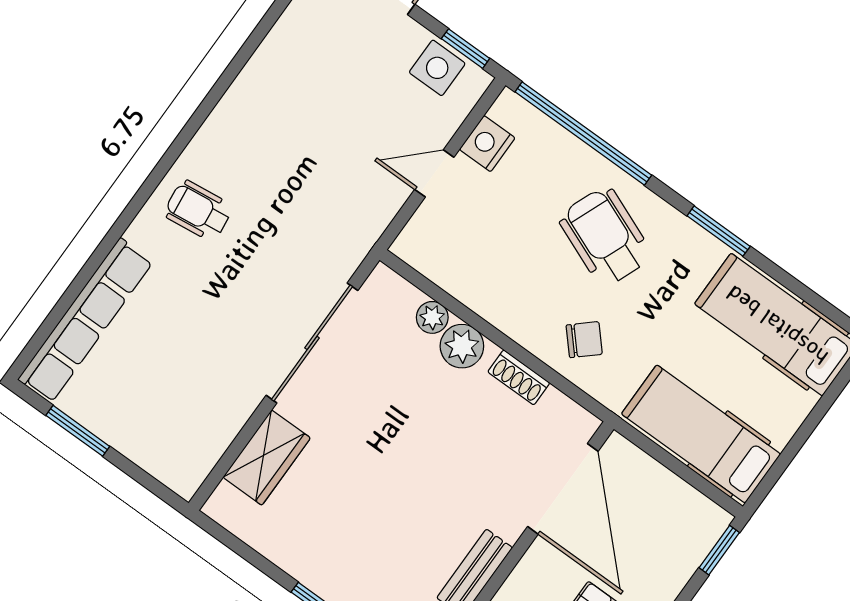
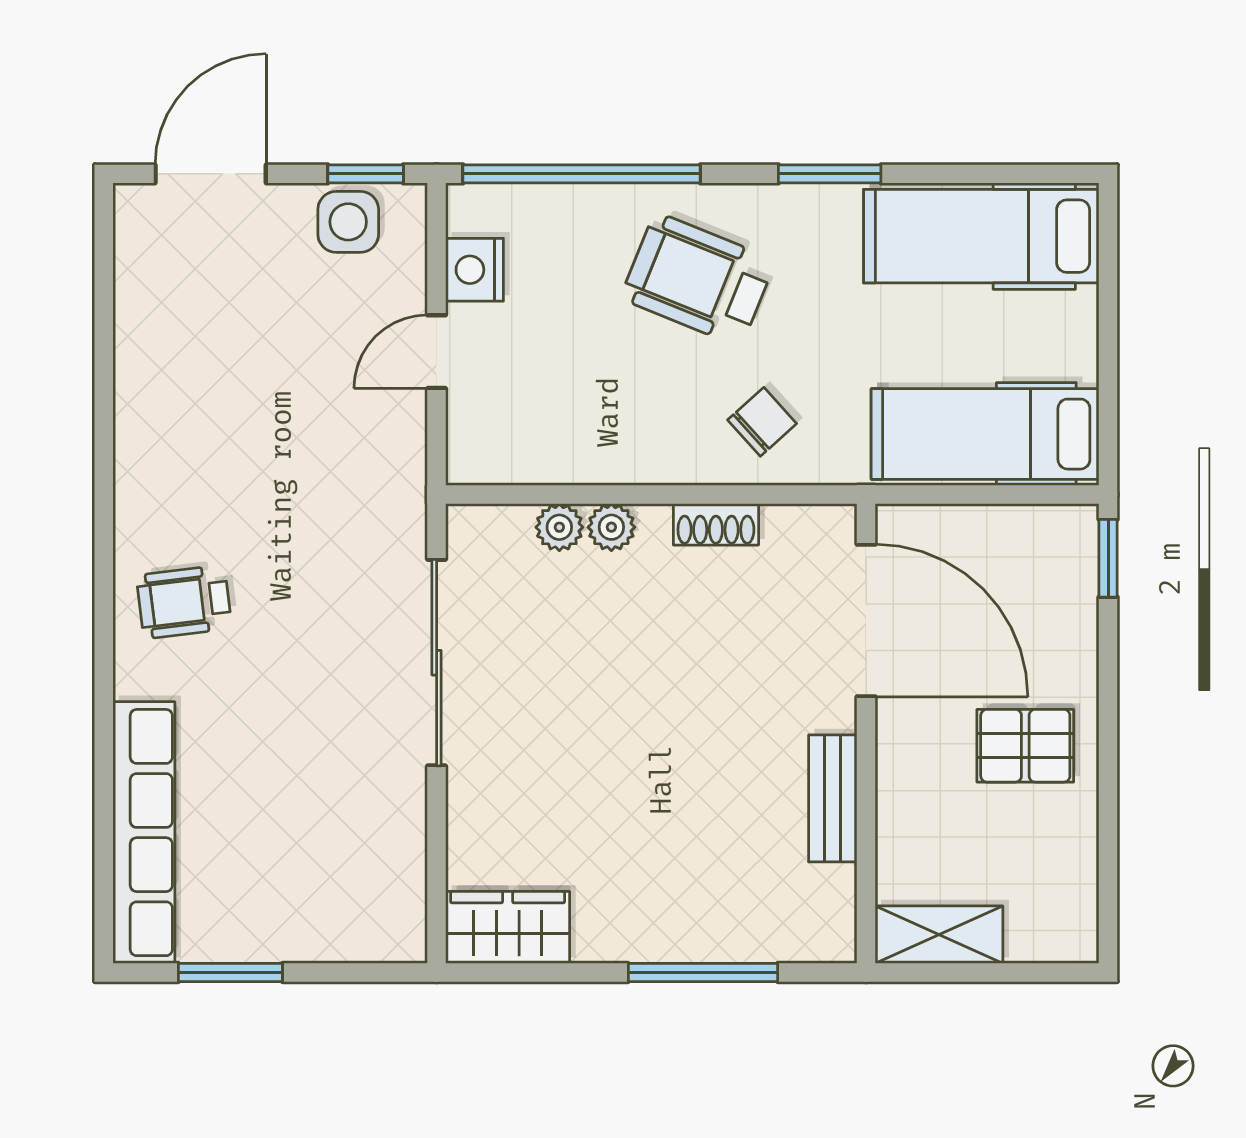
plant: (462, 346) -> (611, 527), width x0.73, depth x0.73
wardrobe: (267, 458) -> (508, 927), moved, turned -90

